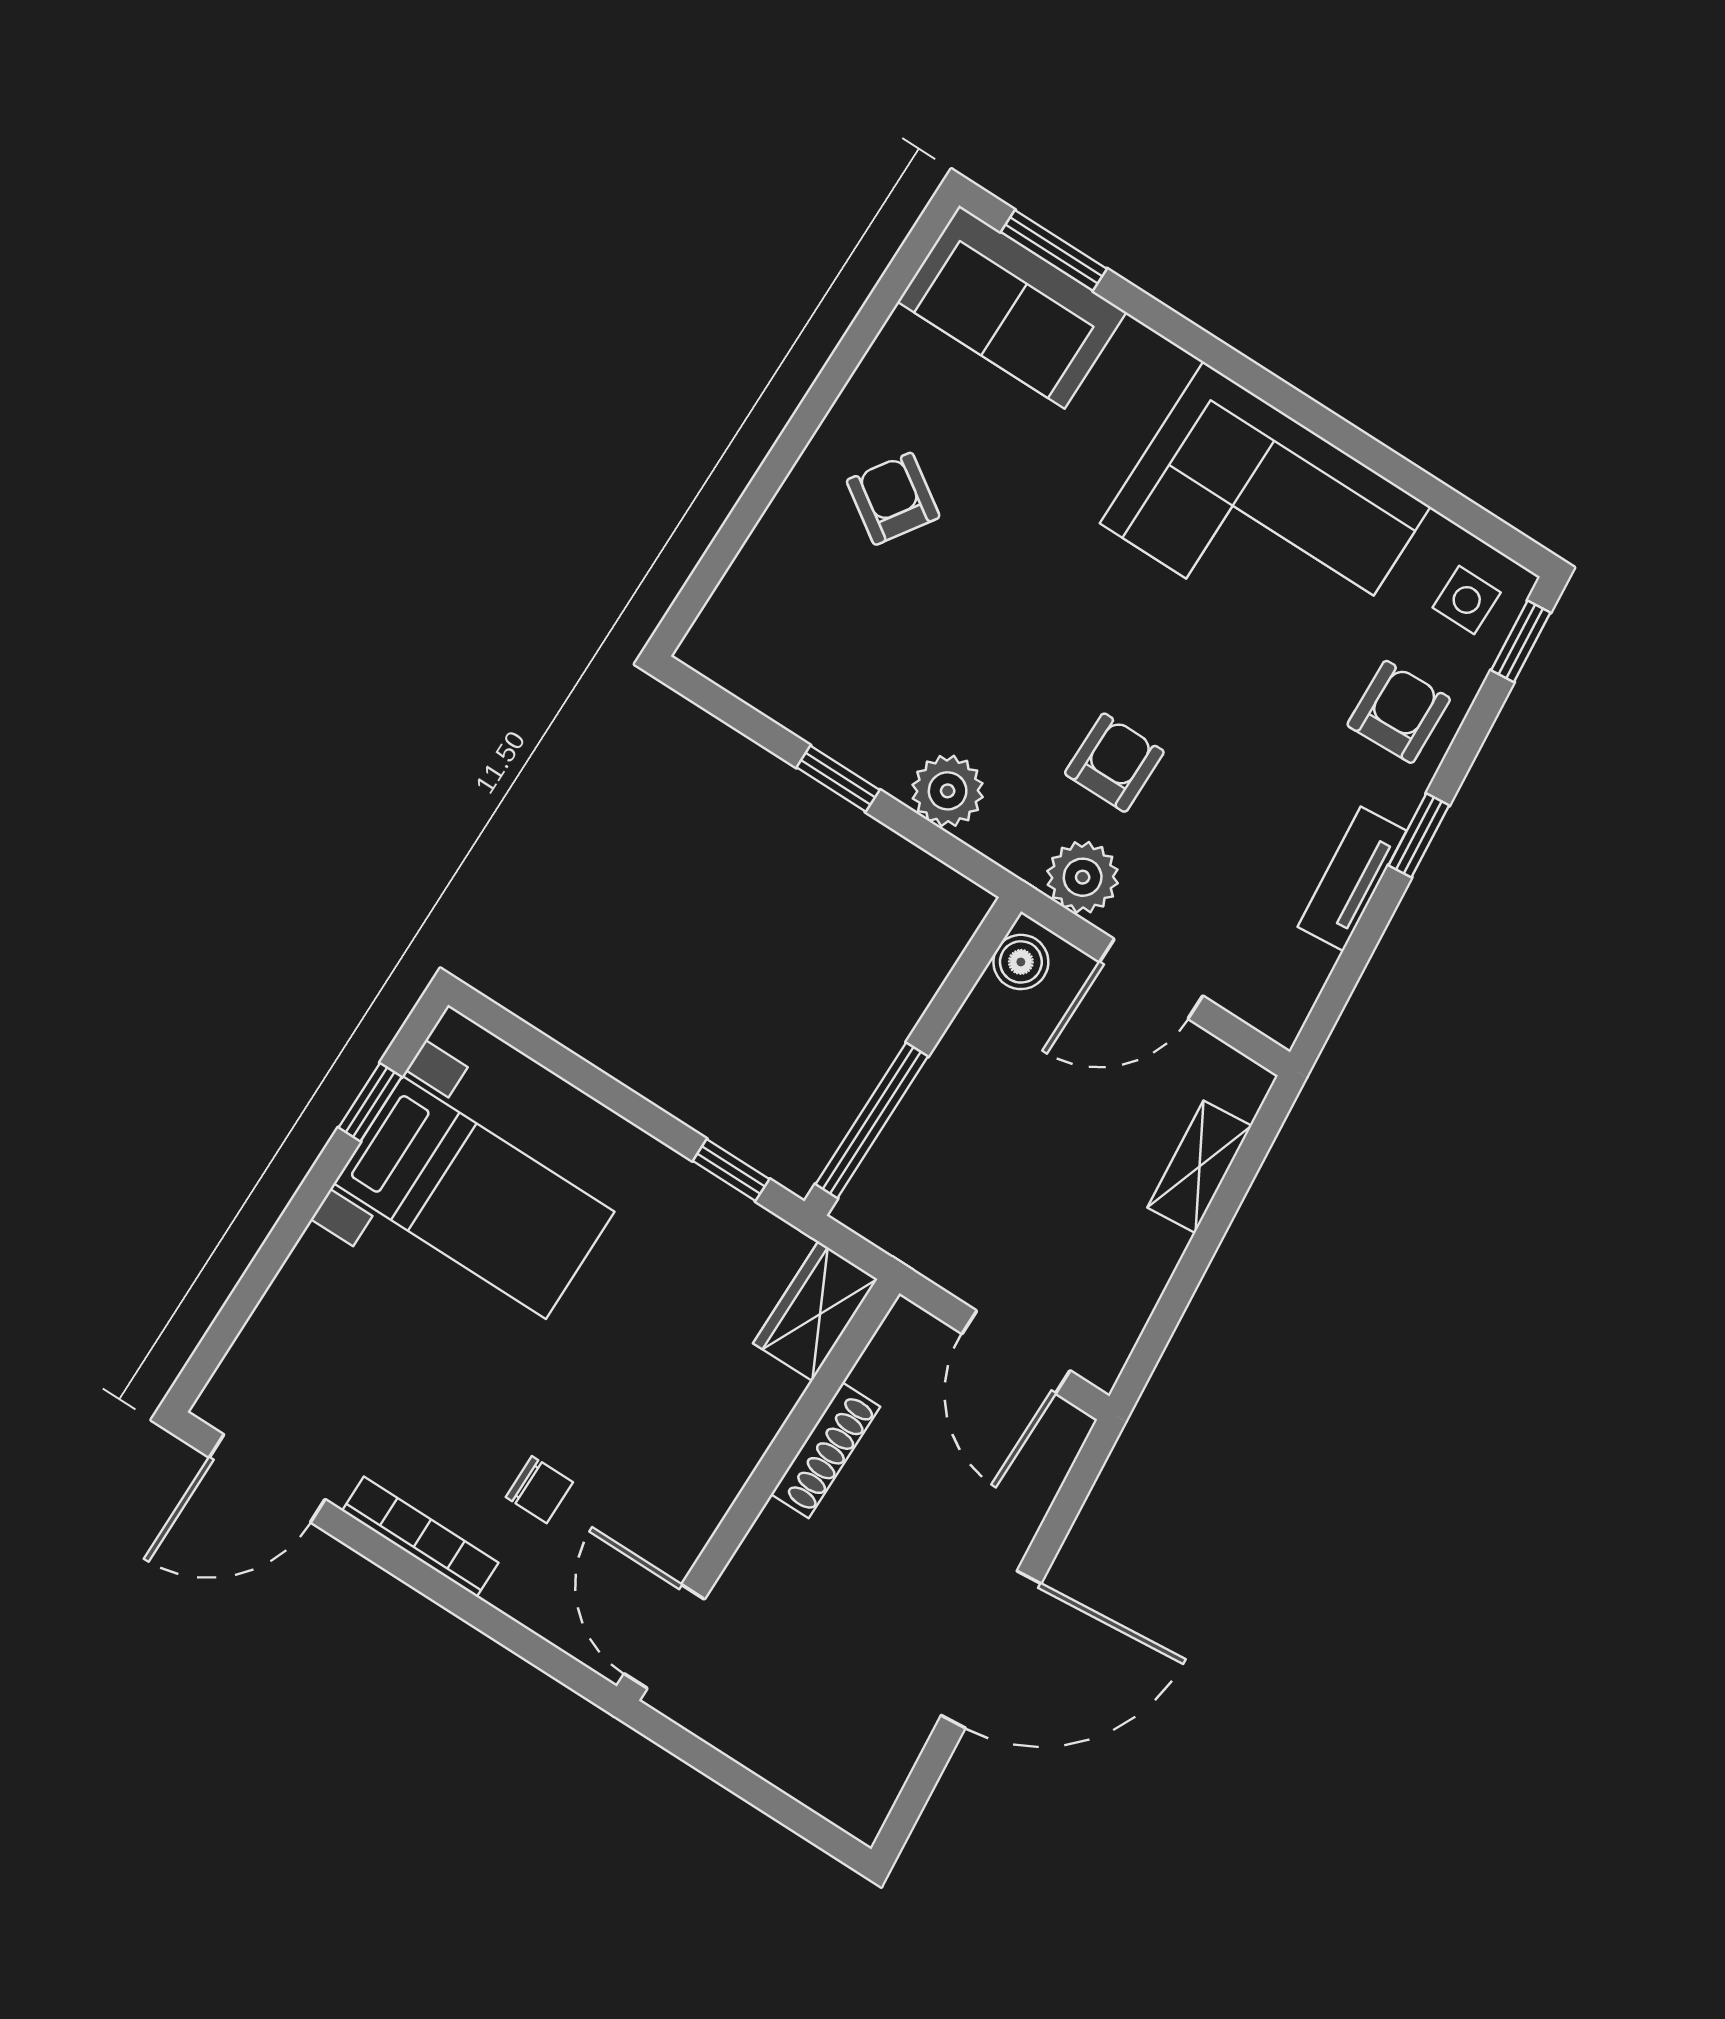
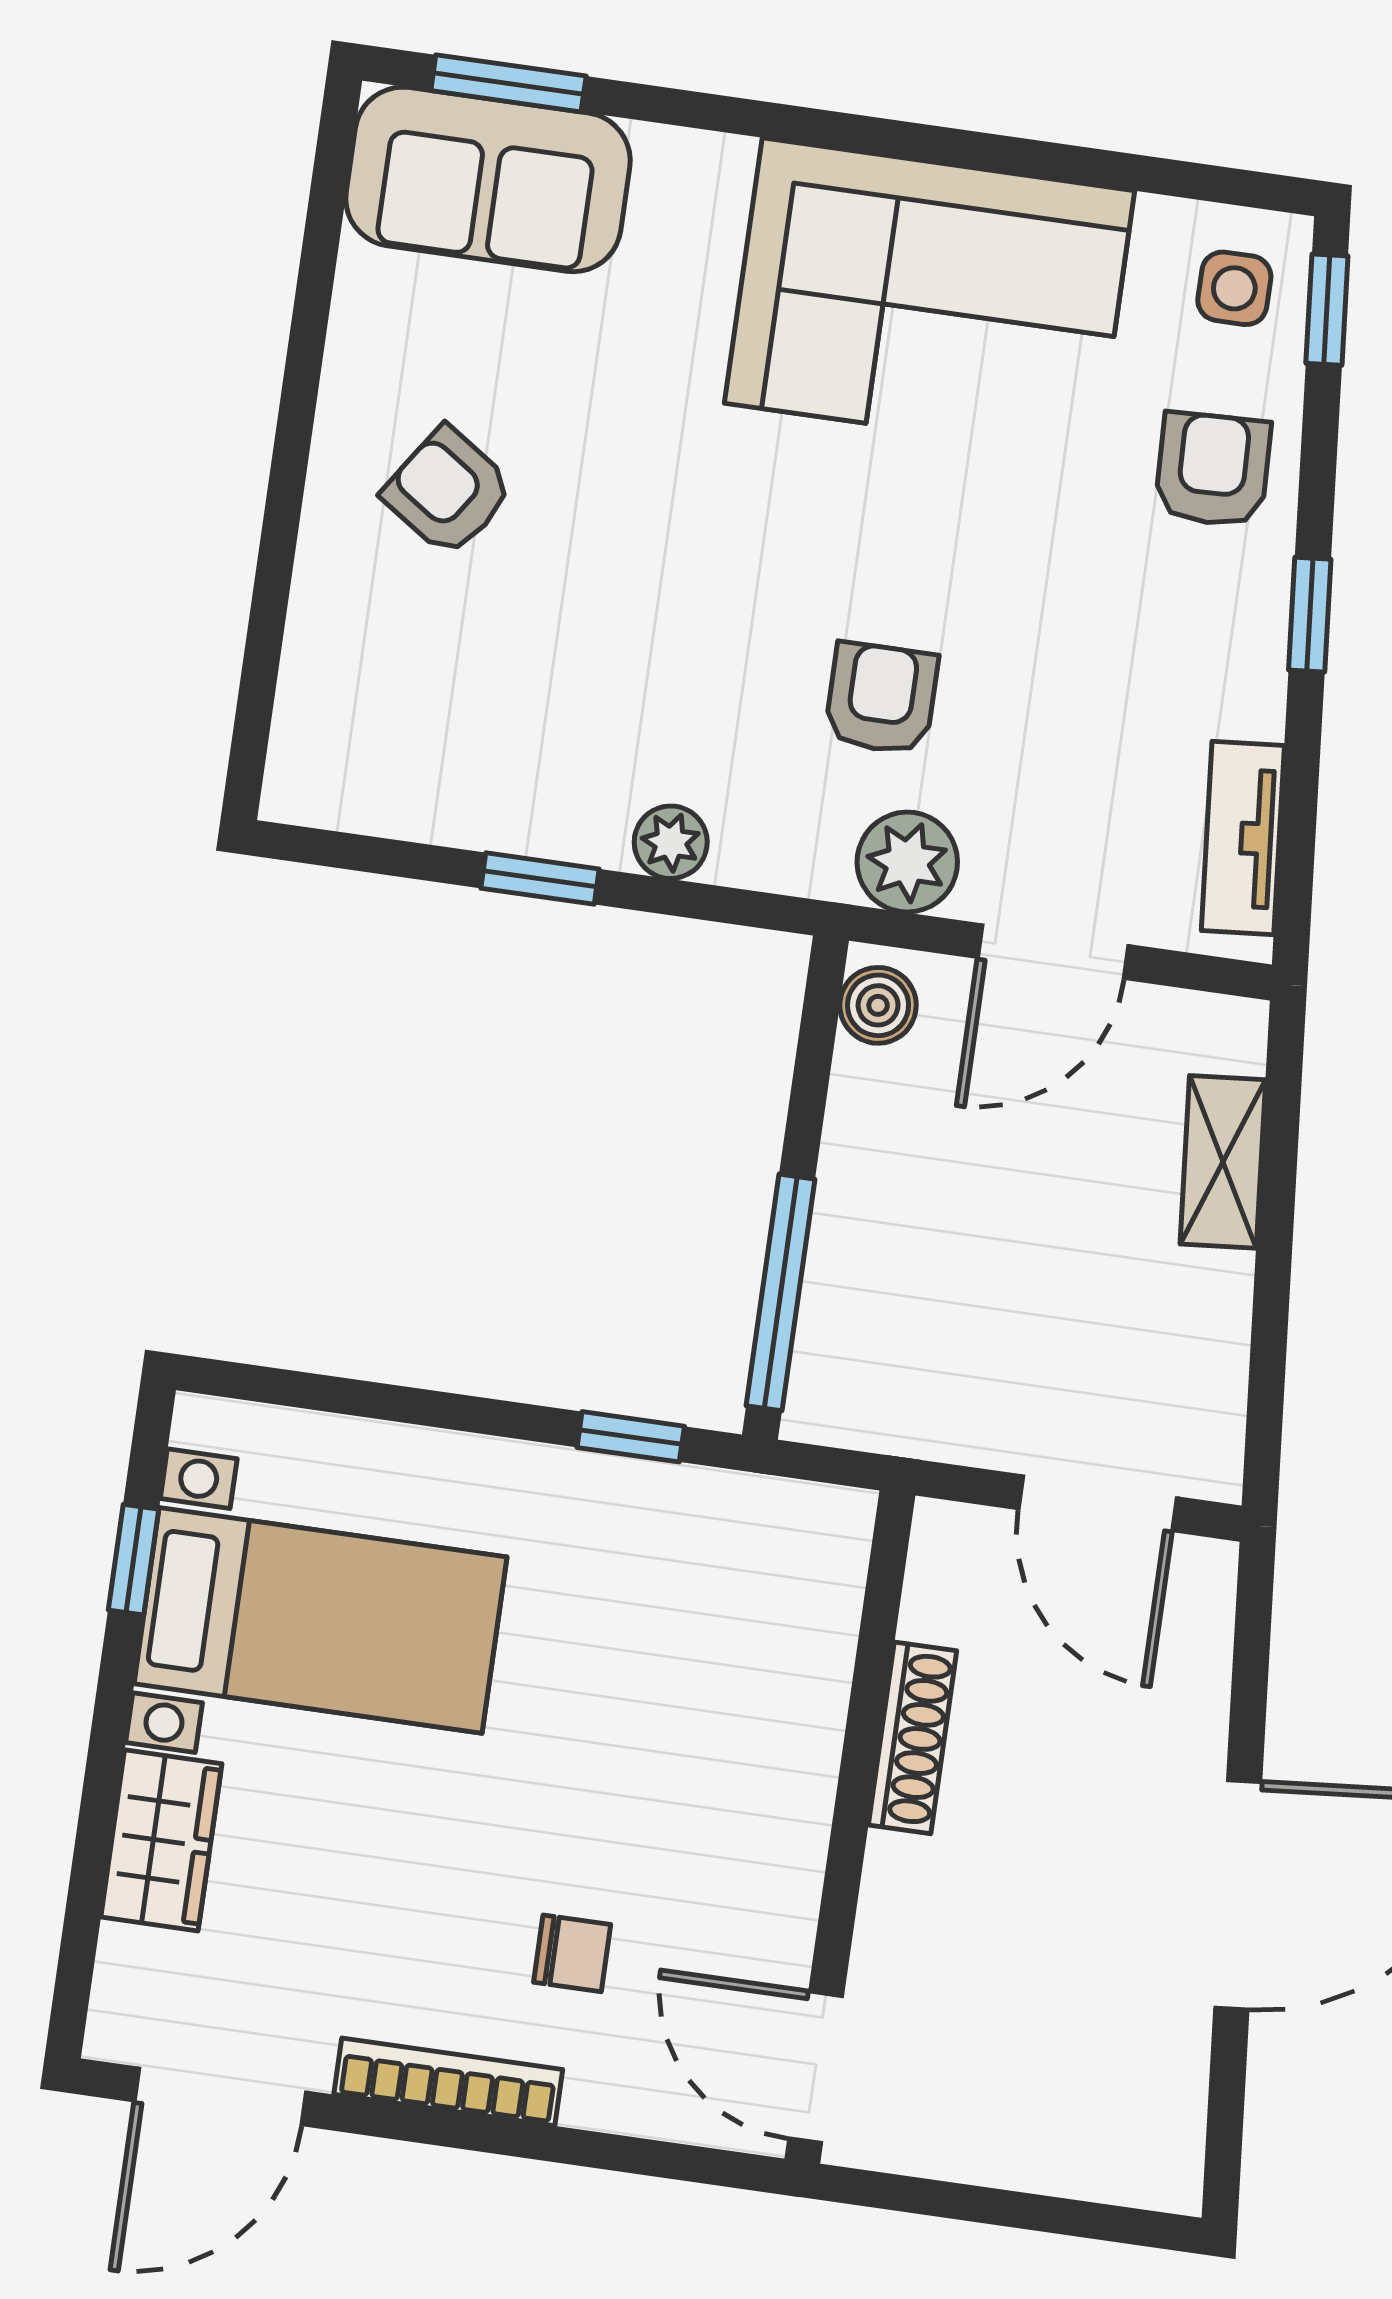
plant: (948, 791) -> (671, 842), width x0.73, depth x0.73
tv unit: (1352, 879) -> (1243, 838), moved
wardrobe: (815, 1311) -> (161, 1840), moved, turned 180

